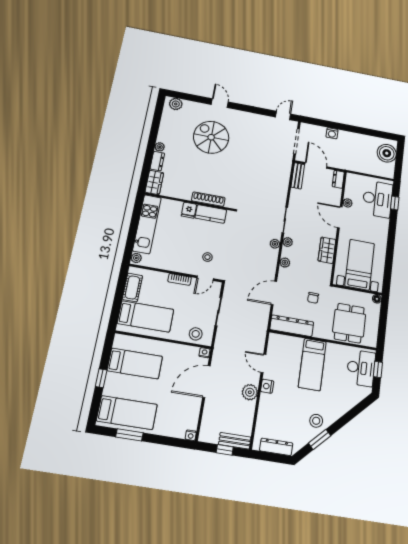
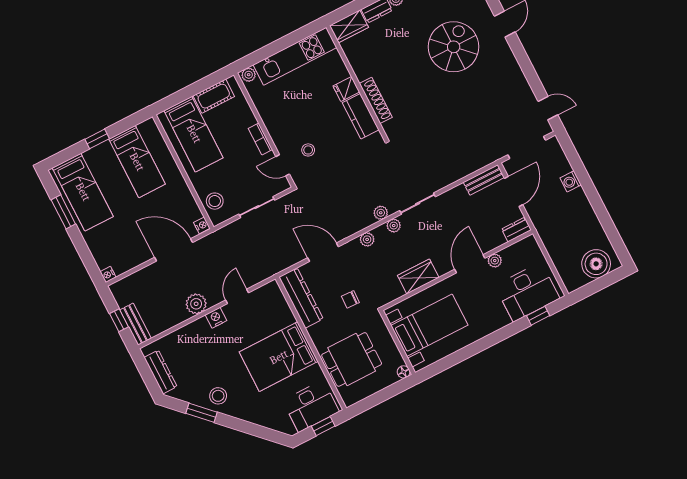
bed: (312, 364) -> (279, 357), width x1.50

